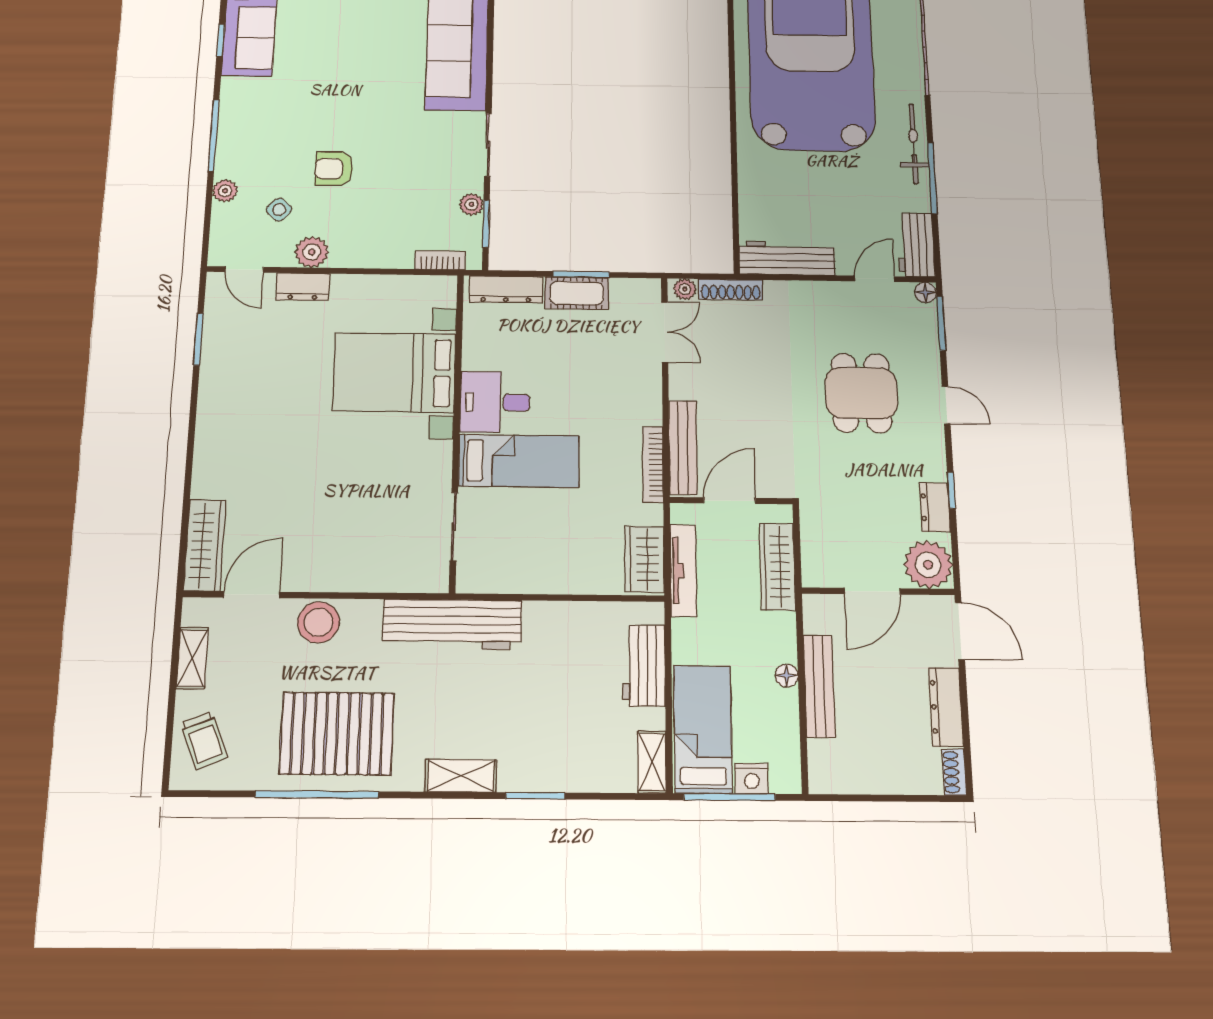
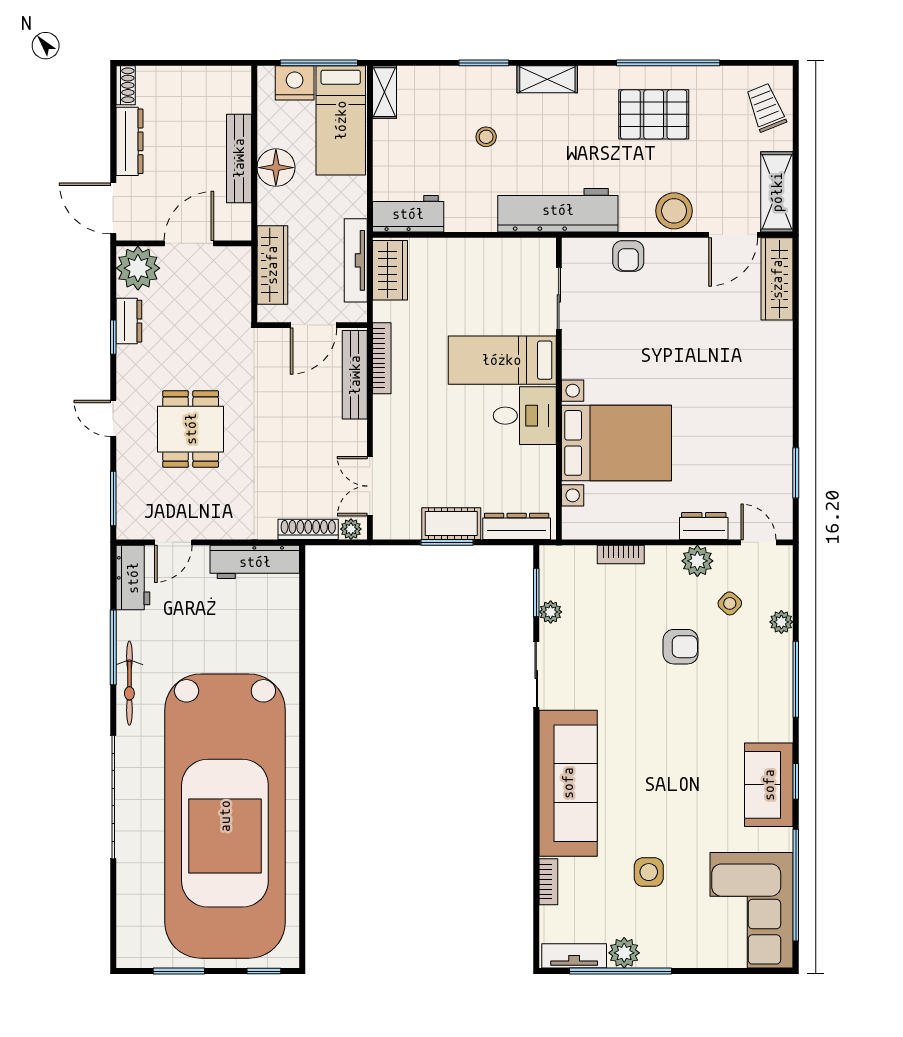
bookcase: (440, 260) -> (621, 555), moved
floor lamp: (925, 292) -> (126, 529), removed
armchair: (373, 572) -> (628, 256), added
shelving: (192, 658) -> (777, 192), width x1.50, depth x1.33
workbench: (644, 666) -> (408, 214), moved, turned -90
floor lamp: (787, 676) -> (276, 168), width x1.89, depth x1.89
stool: (534, 709) -> (486, 137), added
pallet: (337, 733) -> (654, 114), width x0.73, depth x0.71
nightstand: (752, 779) -> (295, 83), width x1.36, depth x1.33

